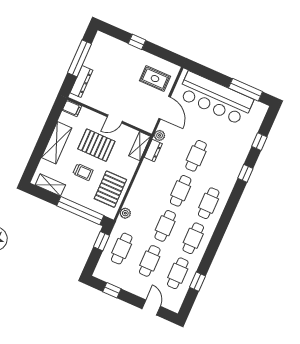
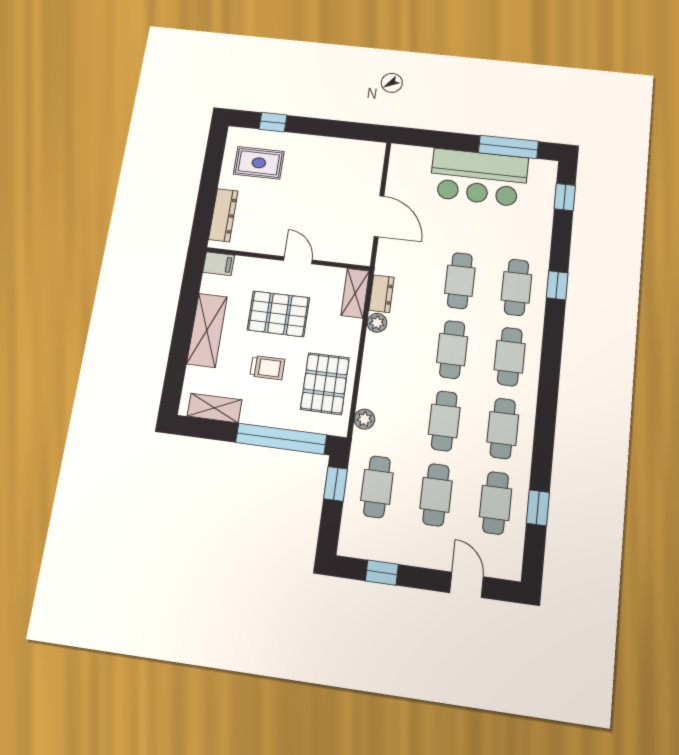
window: (137, 42) -> (273, 122), moved
window: (80, 58) -> (210, 179), removed
rug: (155, 79) -> (259, 163), moved
bar counter: (215, 98) -> (479, 177), width x0.73
door: (115, 119) -> (298, 260), swing flipped
plant: (160, 135) -> (377, 323), moved
window: (259, 142) -> (565, 197), moved
cafe table: (224, 168) -> (516, 287), added

